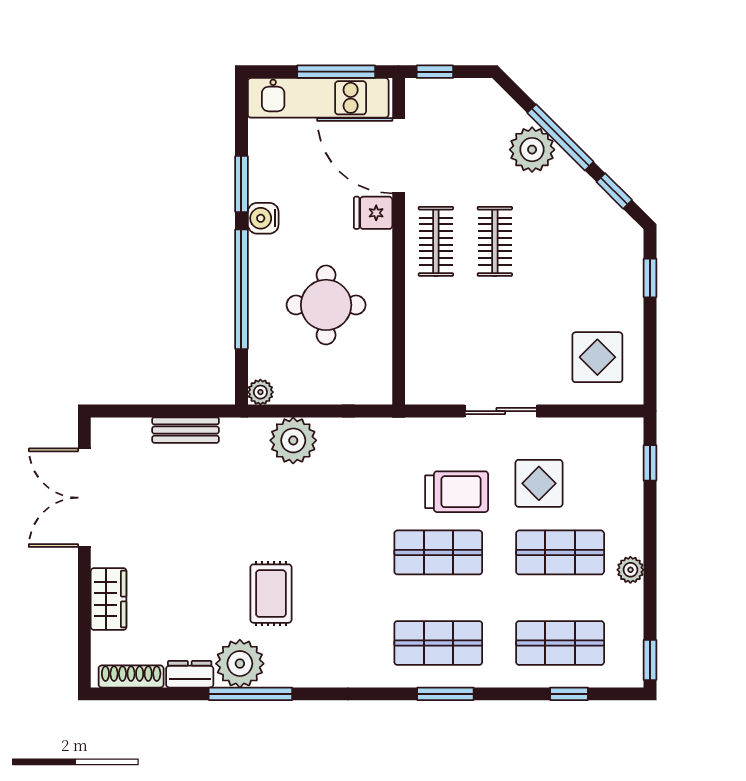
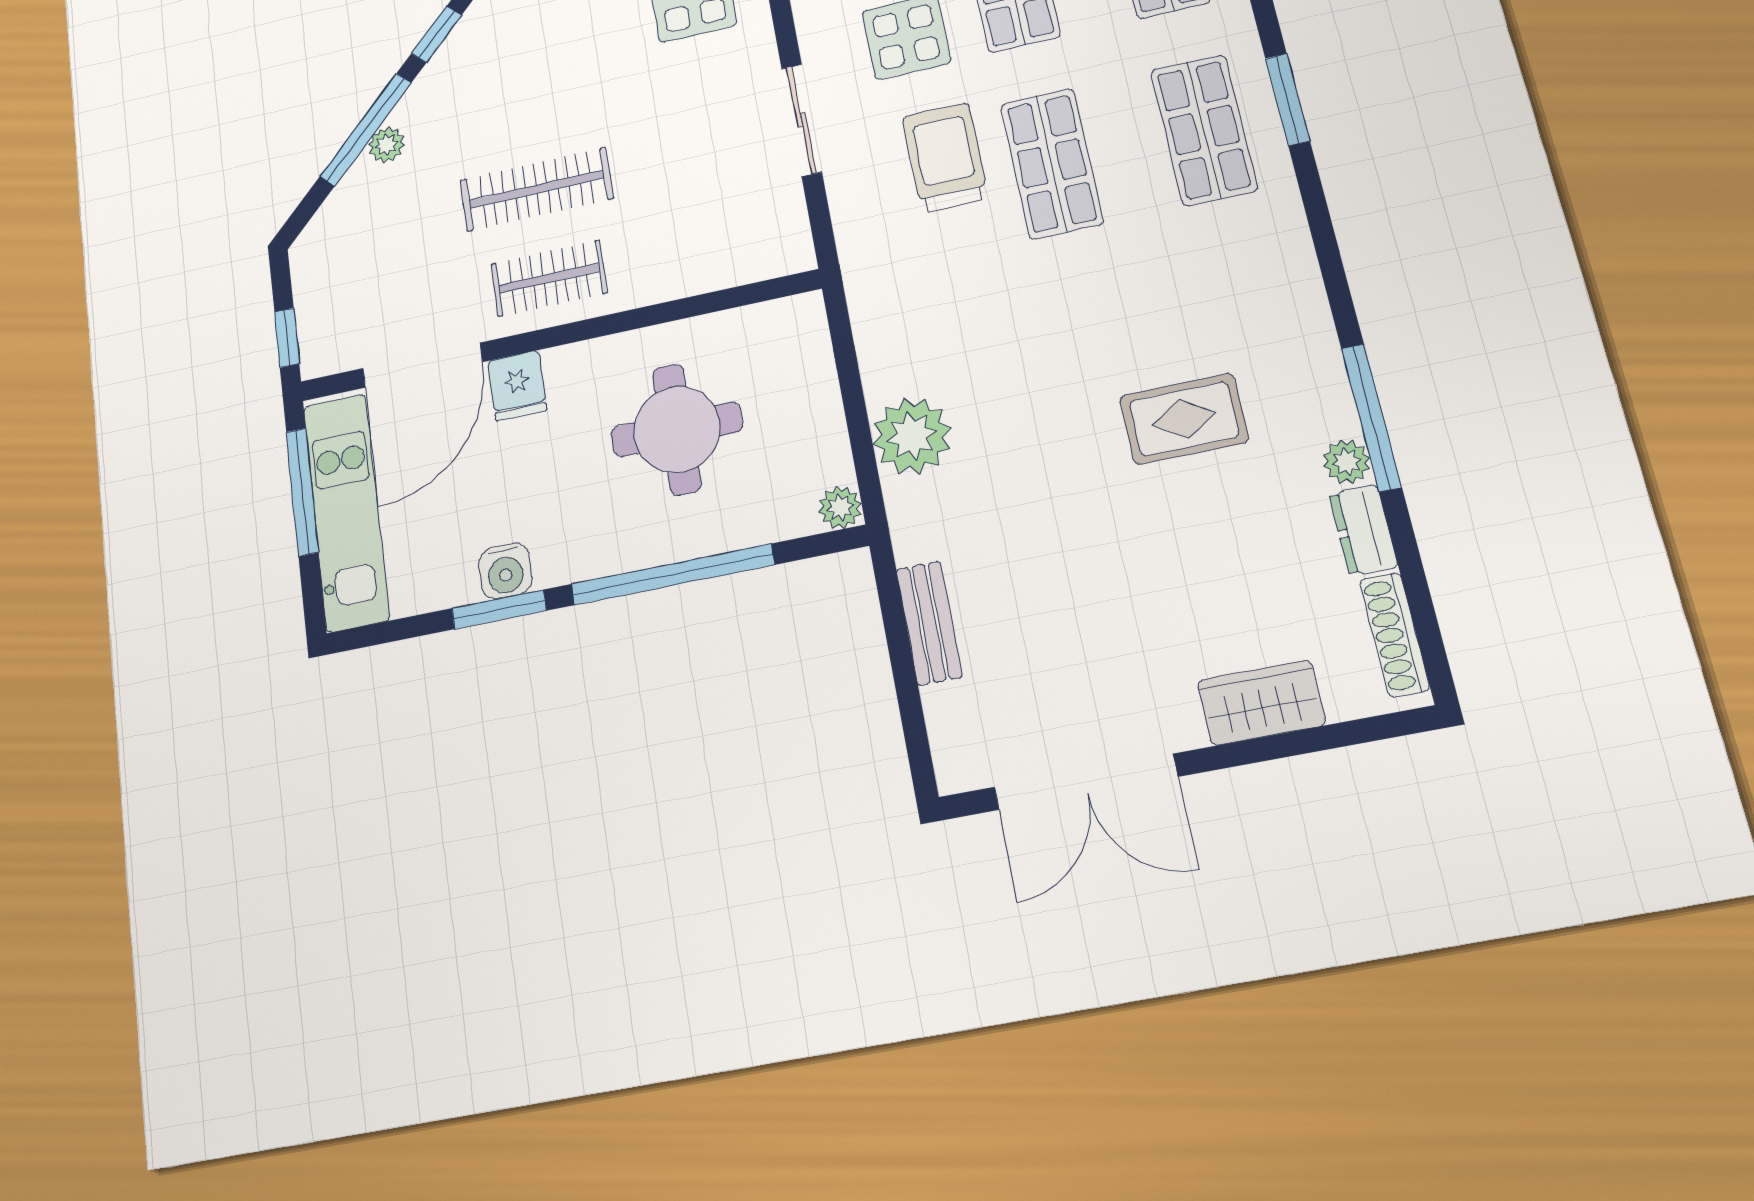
plant: (532, 150) -> (386, 145), width x0.53, depth x0.53
water cooler: (263, 218) -> (505, 571), moved
clothes rail: (495, 241) -> (536, 189), width x1.36
plant: (240, 664) -> (1347, 462), width x0.53, depth x0.53

